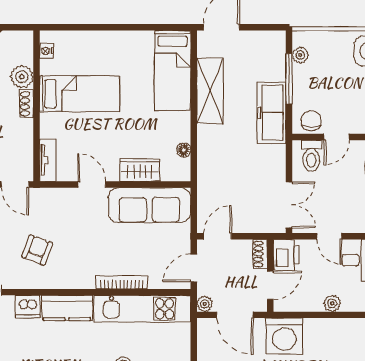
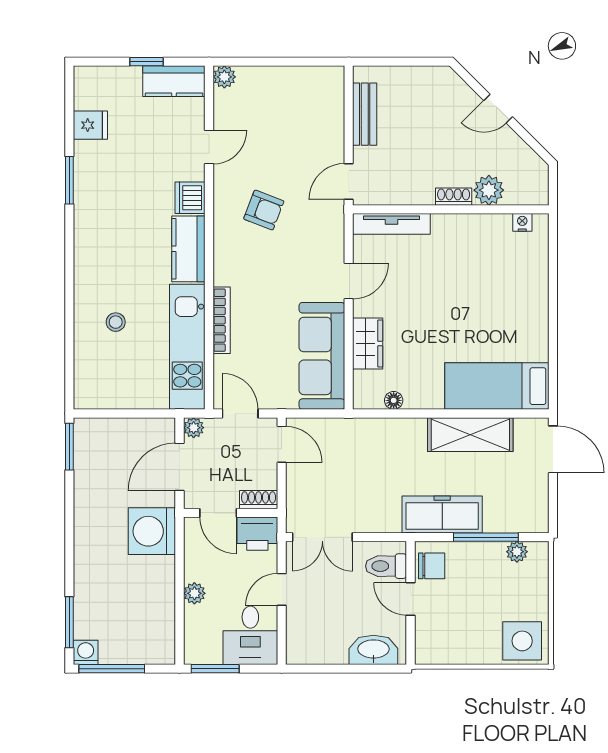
bed: (80, 94) -> (466, 265), removed
tv unit: (48, 160) -> (391, 224), width x1.41

